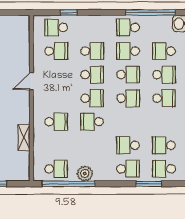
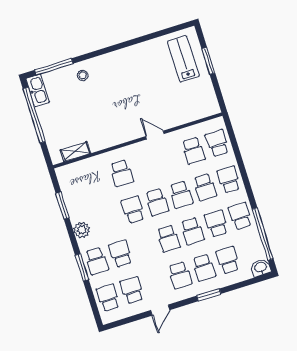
window: (69, 13) -> (237, 151), removed
shelving: (24, 137) -> (75, 152), moved
school desk: (56, 169) -> (229, 180), moved, turned 180
plant: (85, 173) -> (82, 230), moved
window: (69, 184) -> (63, 206), width x0.47
window: (149, 184) -> (82, 267), moved

